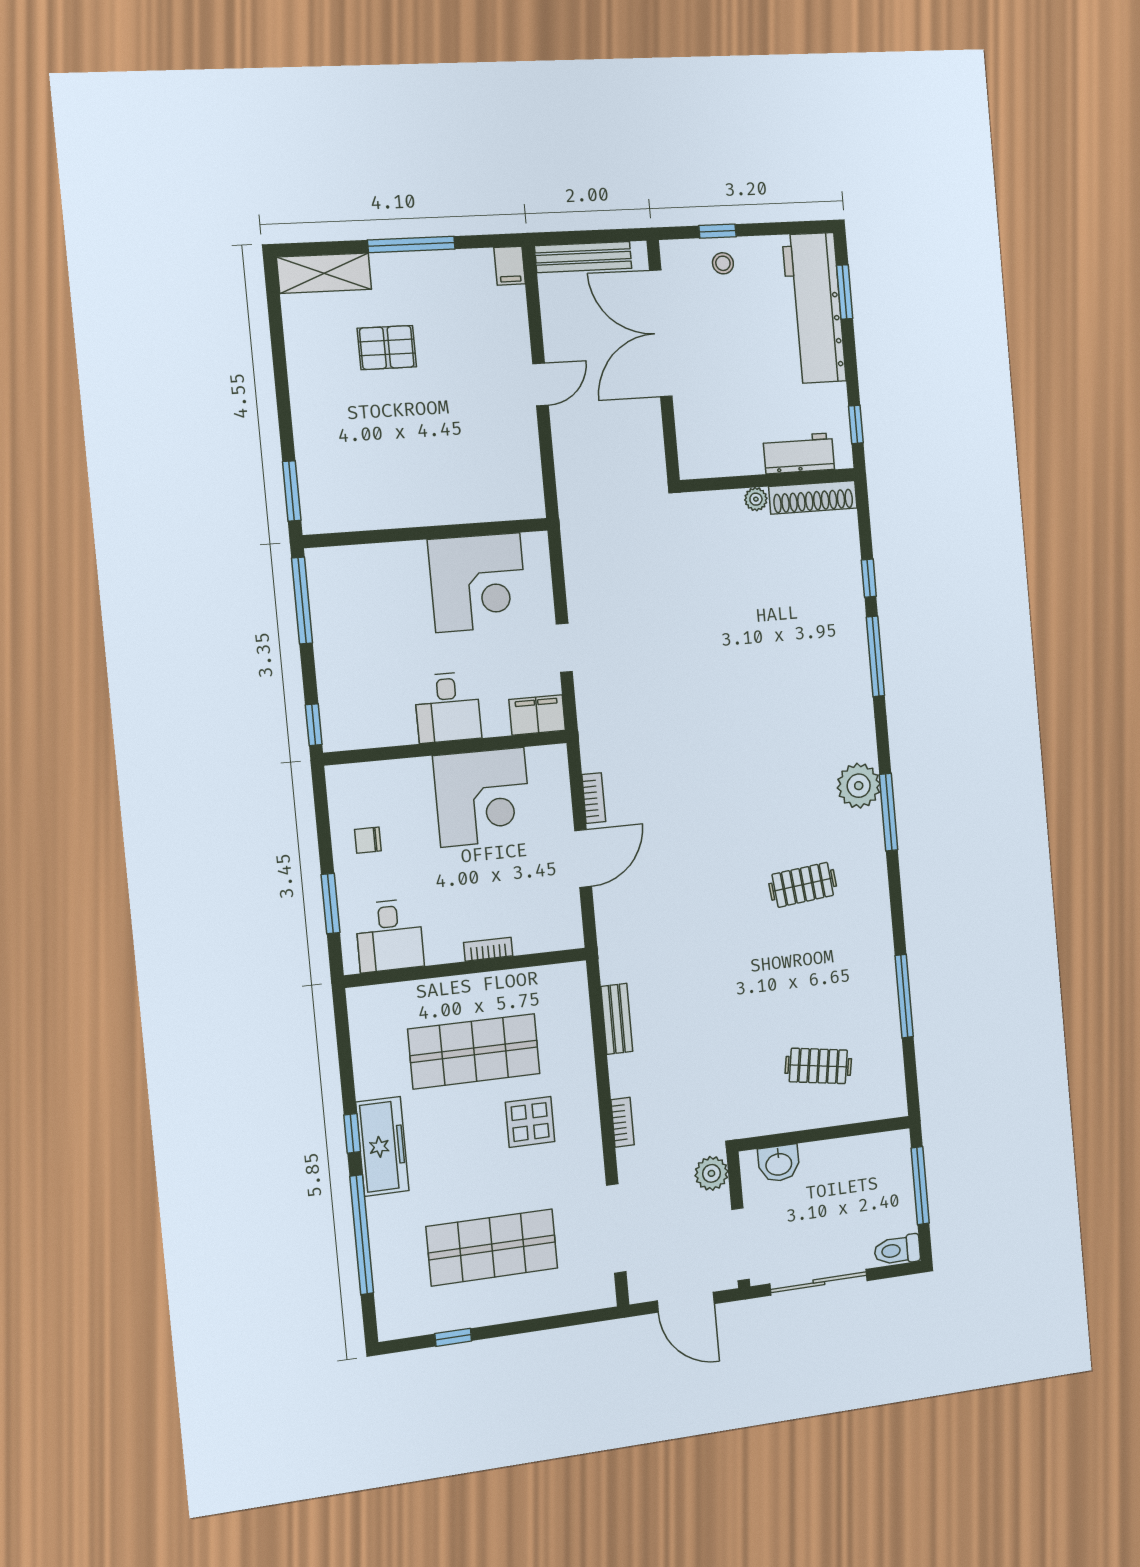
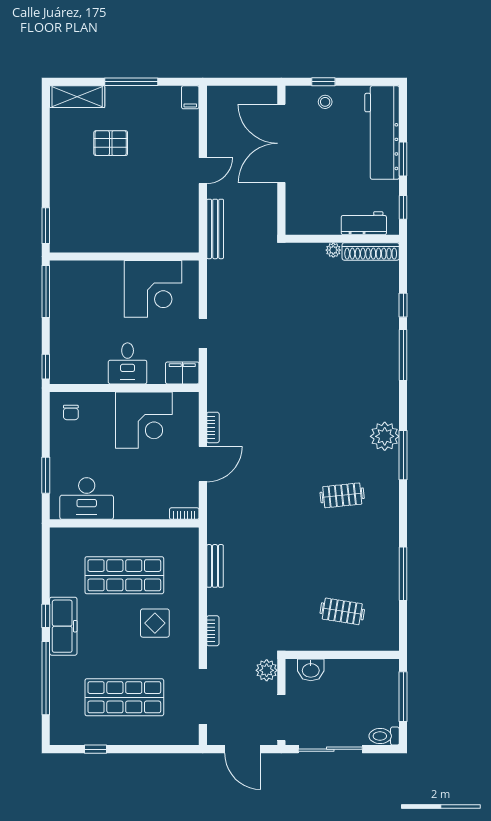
bench: (583, 257) -> (215, 229), moved, turned 90
window: (845, 292) -> (403, 159), moved
chair: (368, 840) -> (71, 413), moved, turned -90
desk: (390, 935) -> (87, 498), width x1.37
bookcase: (488, 949) -> (184, 514), moved

